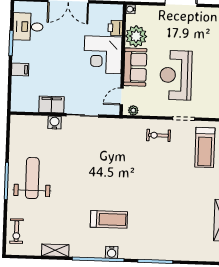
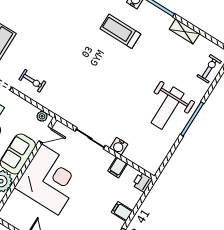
printer: (115, 28) -> (142, 182), moved, turned 180
corner desk: (103, 55) -> (50, 180), width x1.36, depth x1.36
filing cabinet: (52, 104) -> (118, 167), width x0.50

